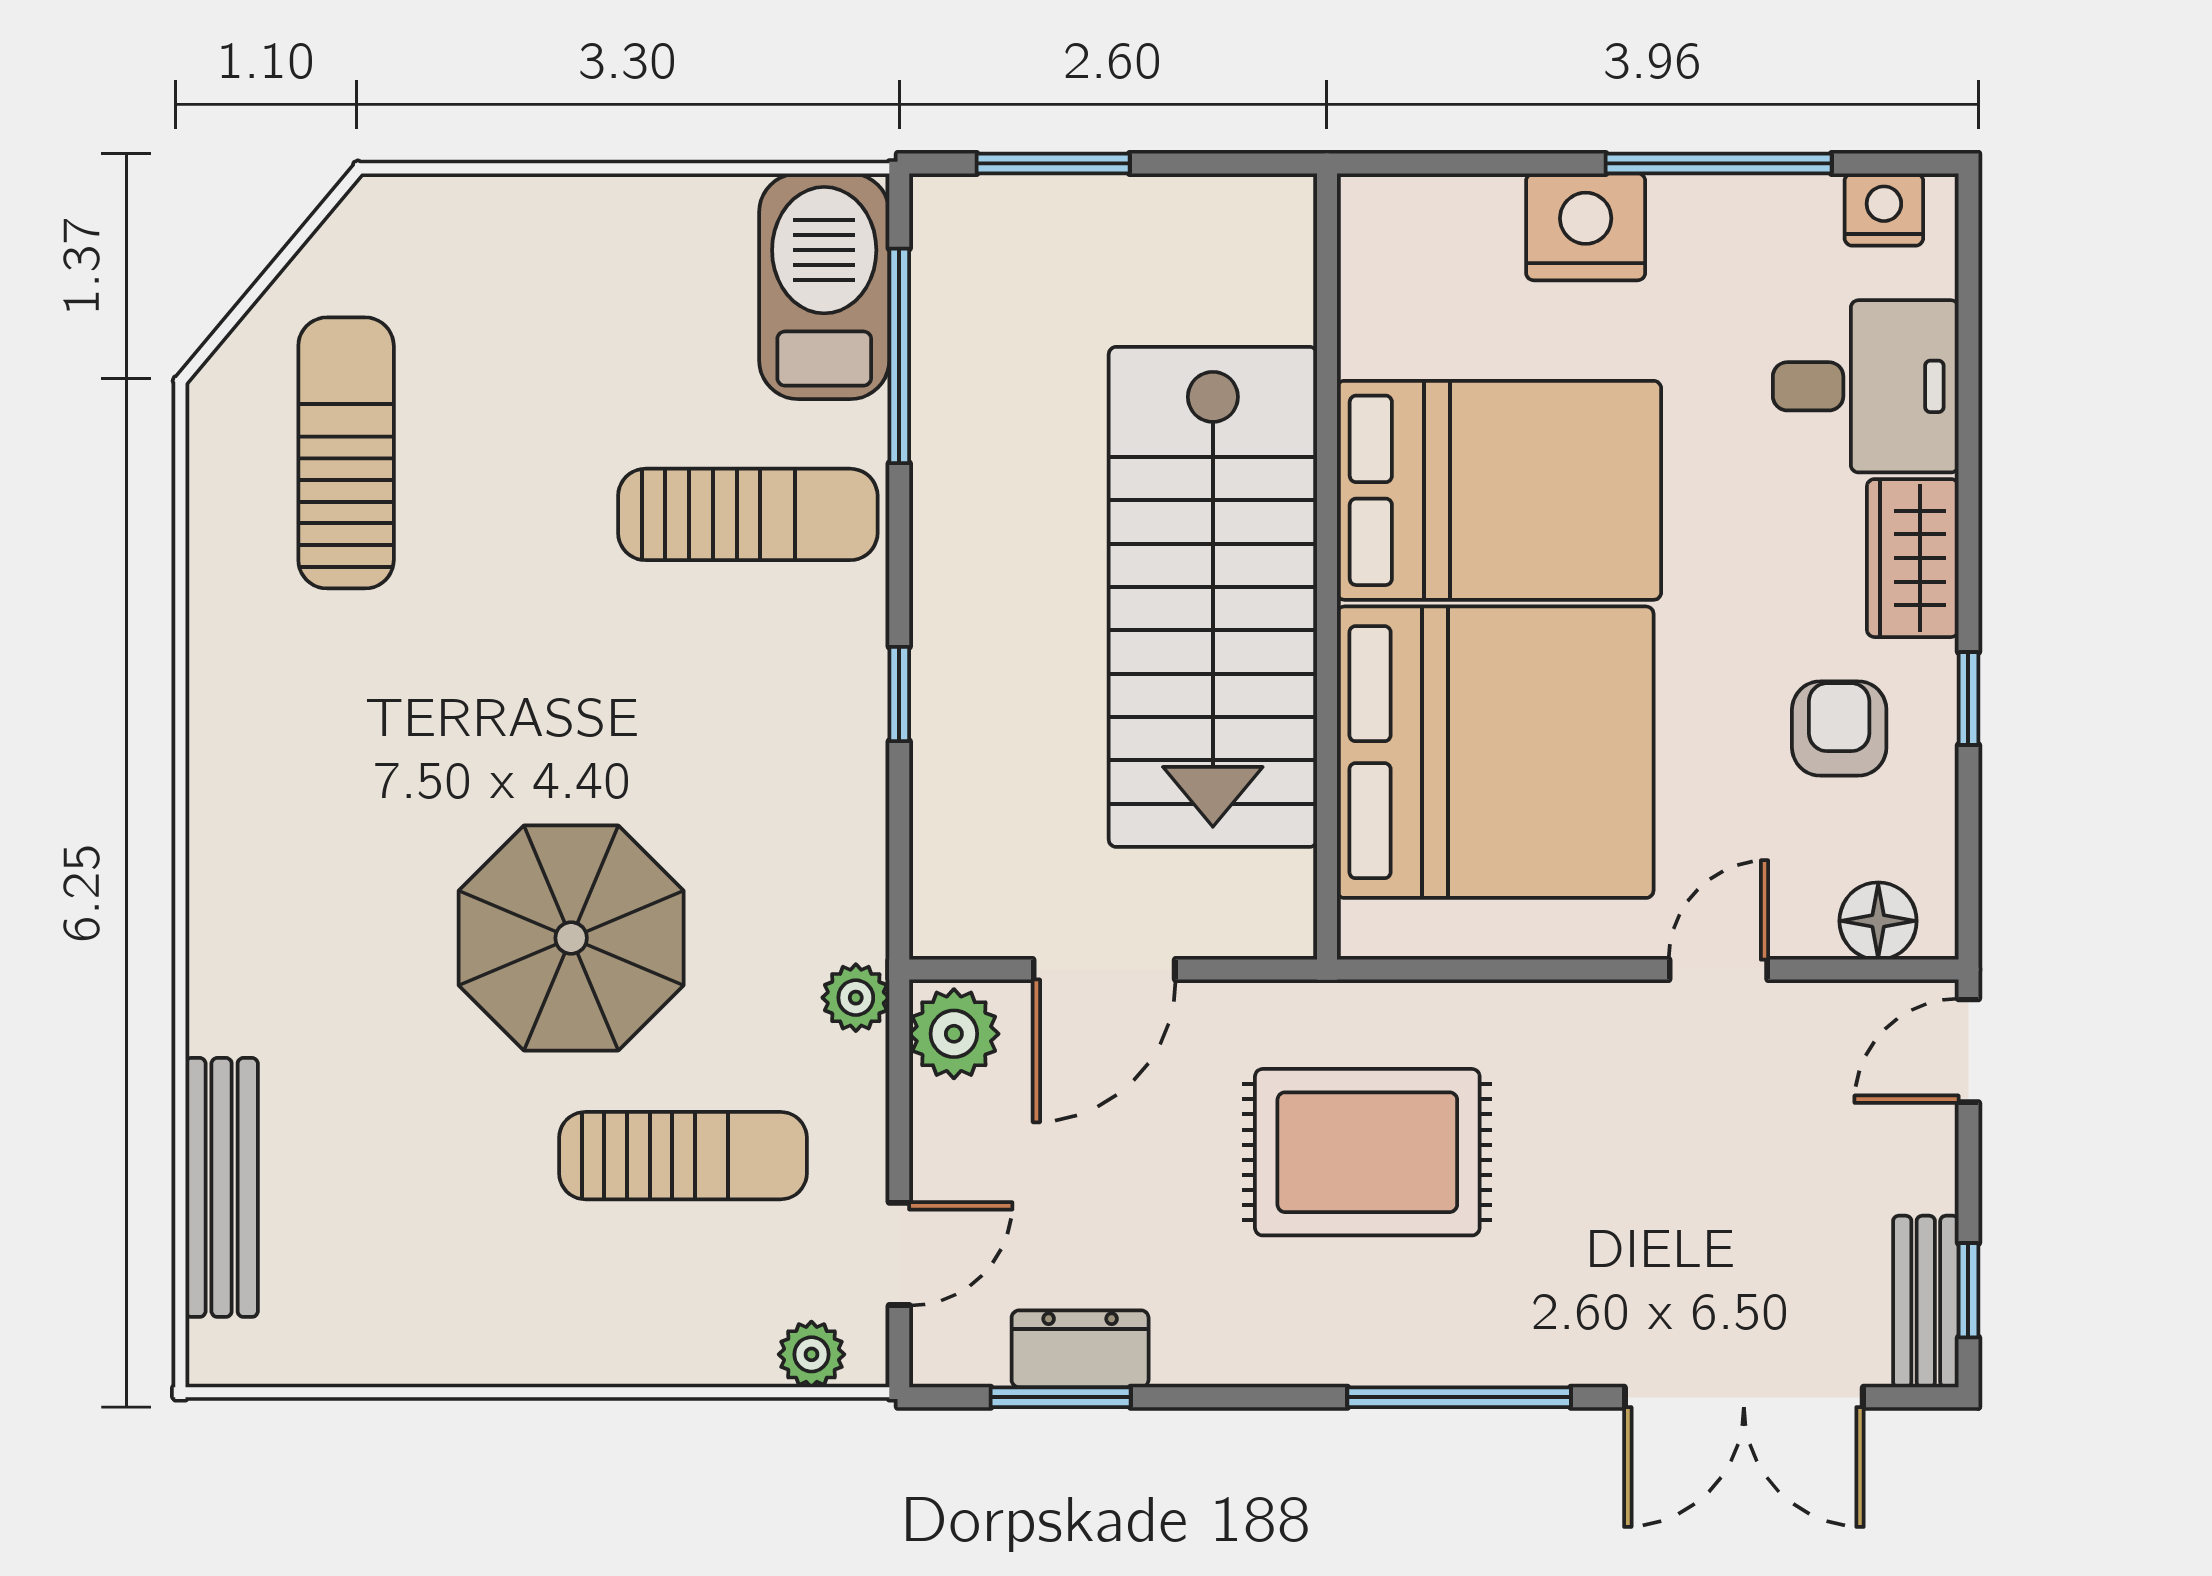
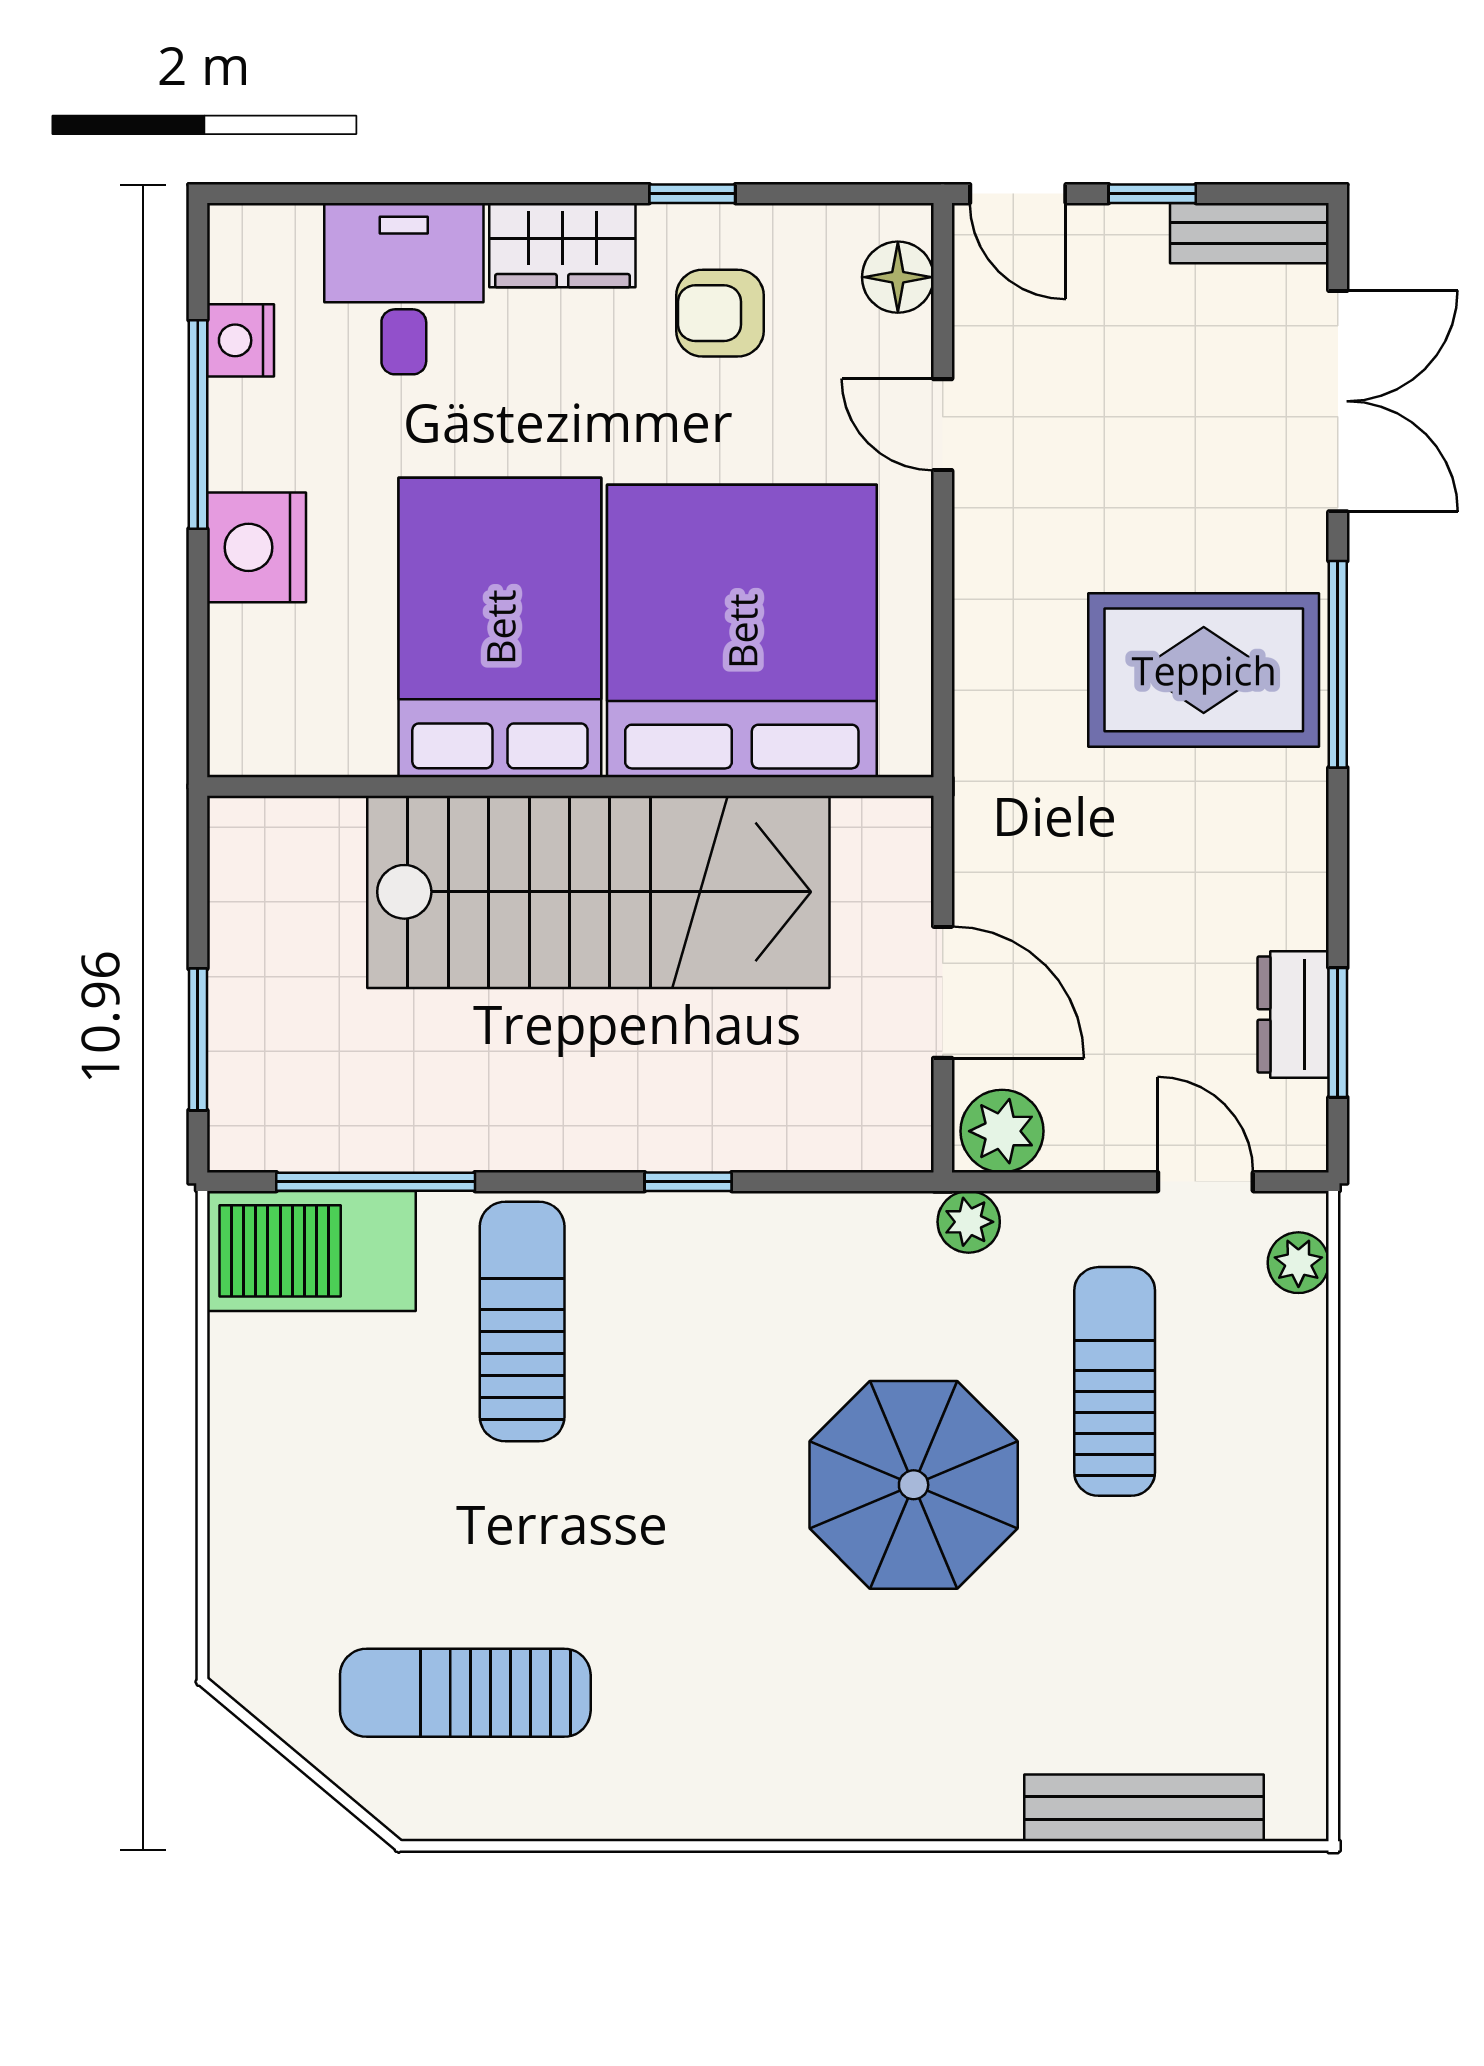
nightstand: (1884, 210) -> (240, 340), moved
rug: (1367, 1152) -> (1204, 670), moved, turned 90
window: (1968, 1290) -> (1152, 194), moved

